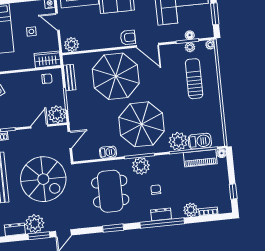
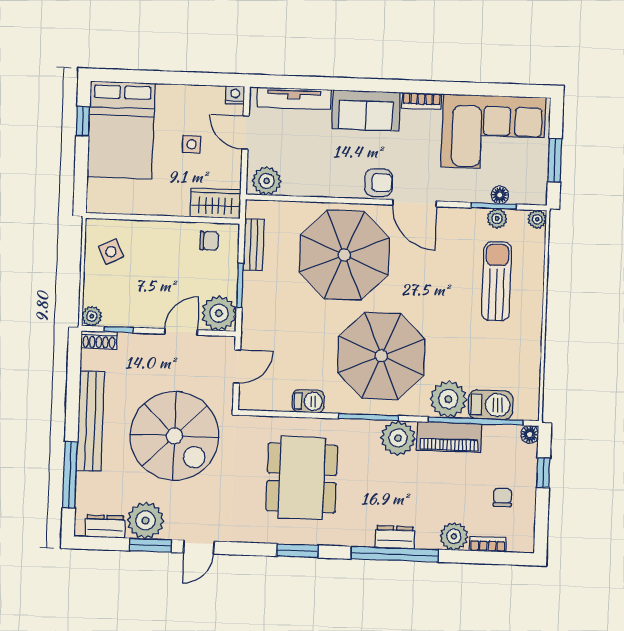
piano: (200, 158) -> (449, 437), moved
plant: (141, 166) -> (398, 438), moved
chair: (156, 190) -> (502, 497), moved
window: (233, 192) -> (543, 473), moved

